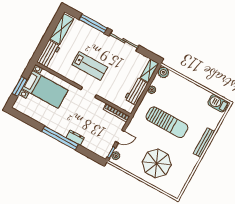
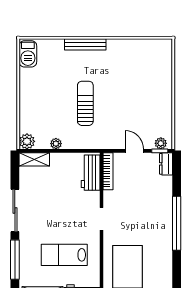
lab bench: (90, 66) -> (64, 255), moved, turned -90
workbench: (136, 91) -> (91, 173), moved, turned 90
sun lounger: (167, 122) -> (85, 103), width x0.73, depth x0.75
dresser: (75, 138) -> (166, 164), moved
parasol: (157, 163) -> (143, 88), removed

